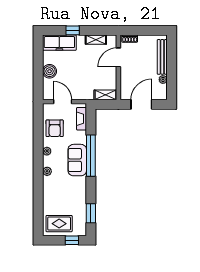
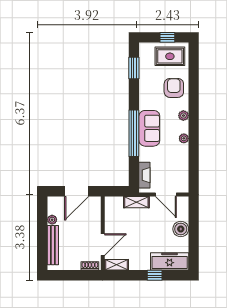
shelving: (96, 40) -> (117, 265), moved
shelving: (105, 95) -> (136, 202), moved
armchair: (55, 128) -> (174, 88), moved
window: (72, 240) -> (167, 37), moved

